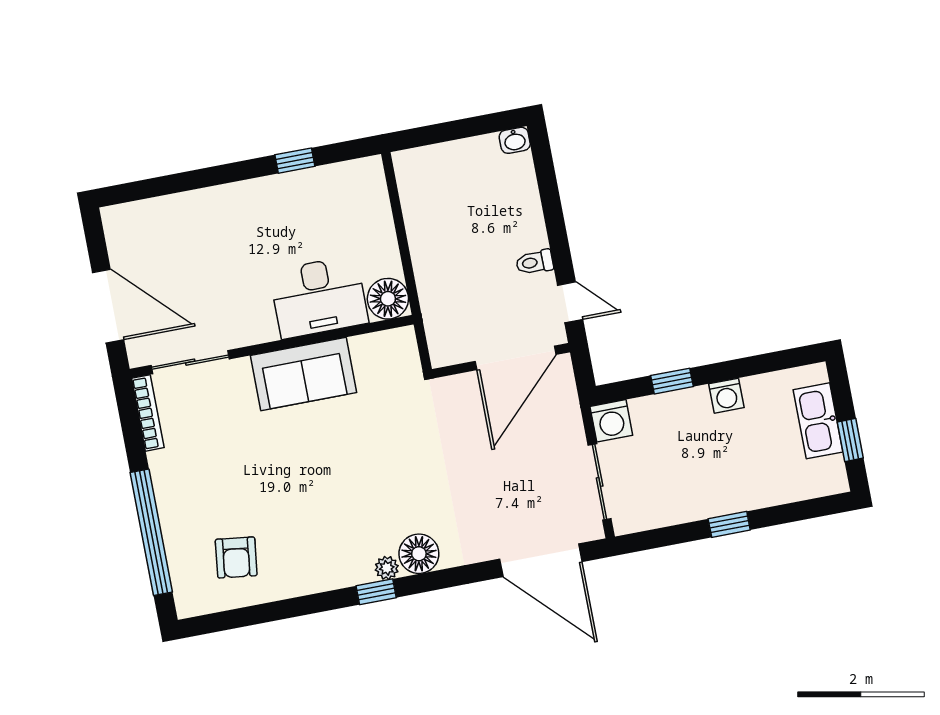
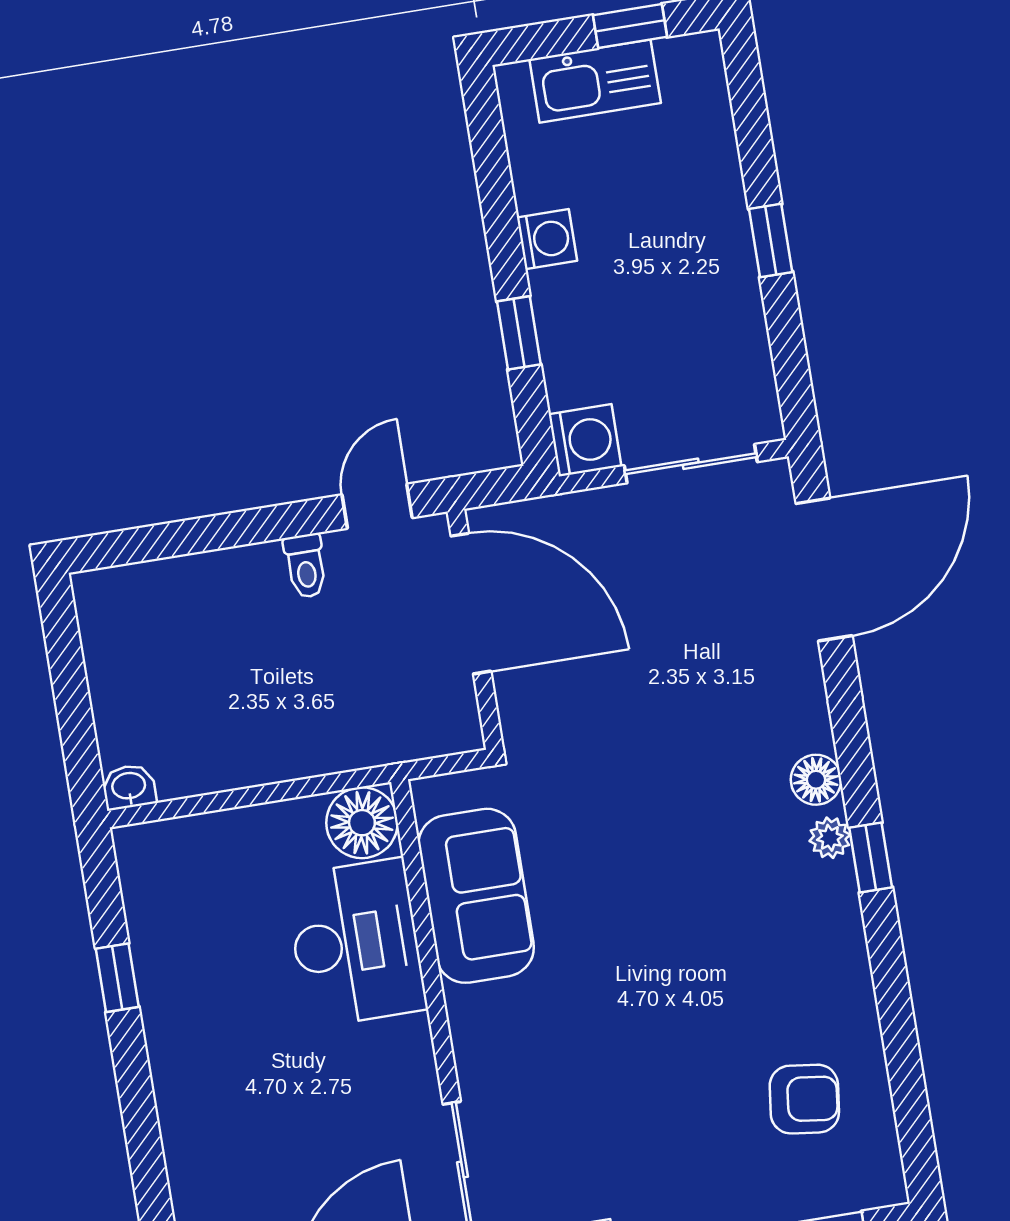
washbasin: (515, 140) -> (129, 787), moved, turned -90
sofa: (303, 374) -> (476, 896), moved
floor lamp: (419, 554) -> (816, 780), width x0.73, depth x0.73

